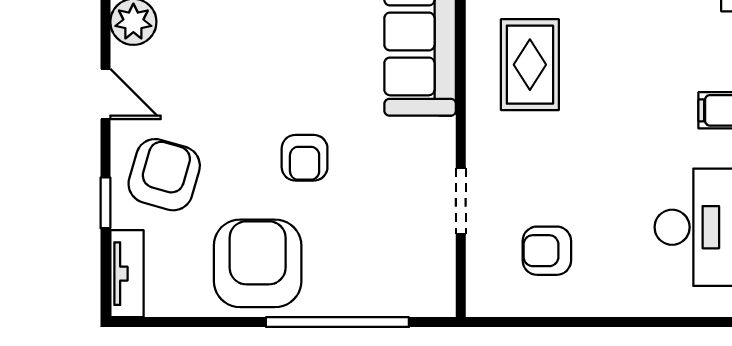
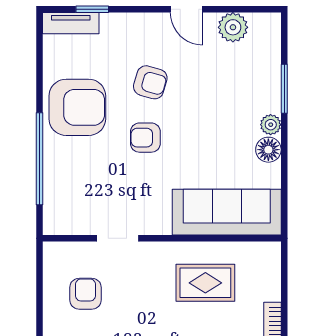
door: (105, 94) -> (186, 9), hinge flipped
armchair: (164, 175) -> (150, 82), moved, width x0.72, depth x0.72
window: (105, 203) -> (92, 9), moved

